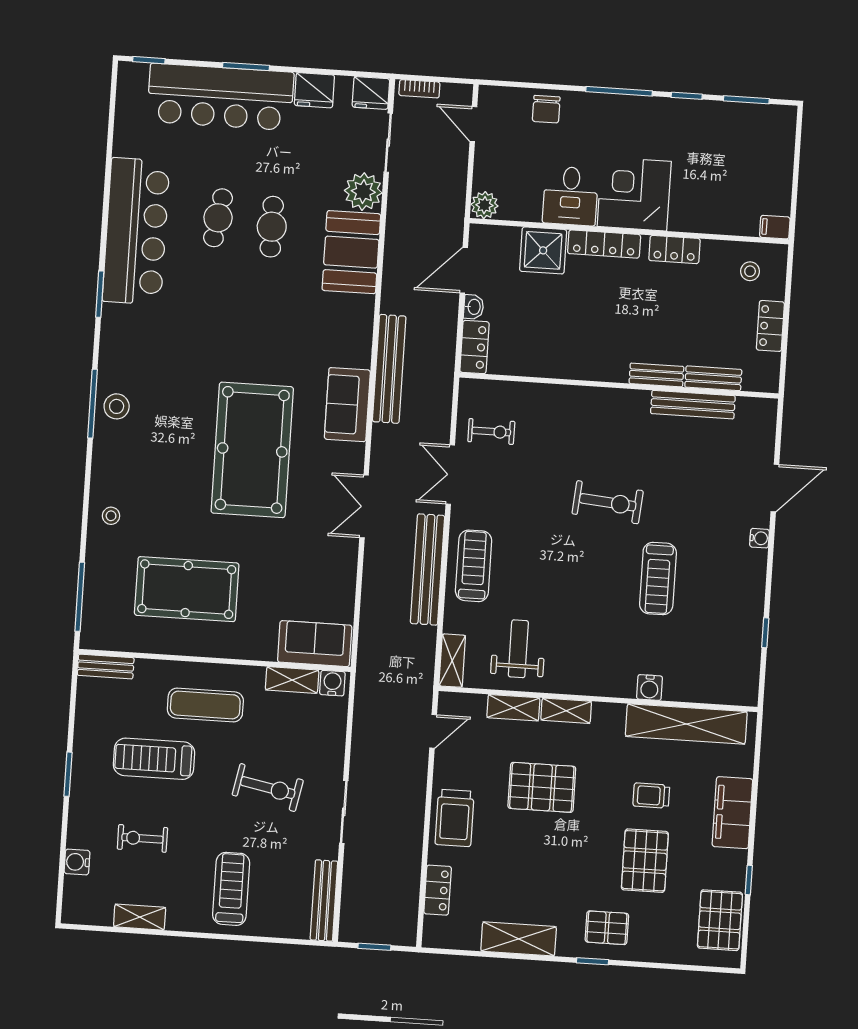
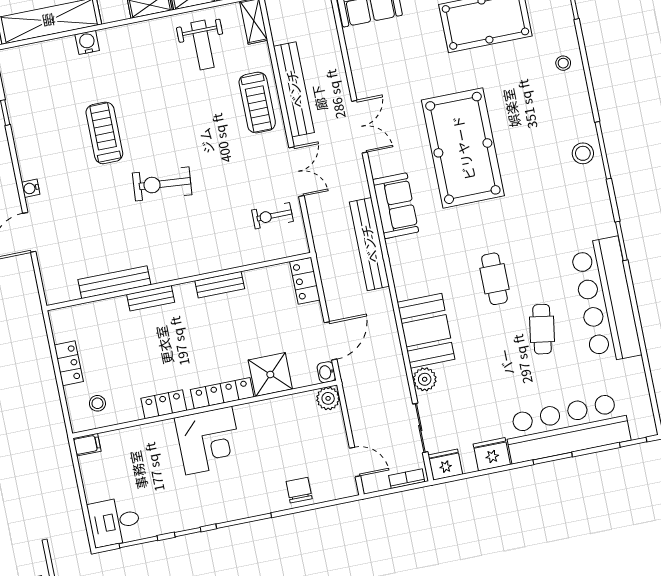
plant: (363, 192) -> (425, 379), width x0.73, depth x0.73
desk: (570, 196) -> (115, 522), moved, turned -90
cafe table: (272, 227) -> (494, 279), moved
washbasin: (474, 307) -> (326, 372), moved
bench: (713, 378) -> (220, 285), moved

